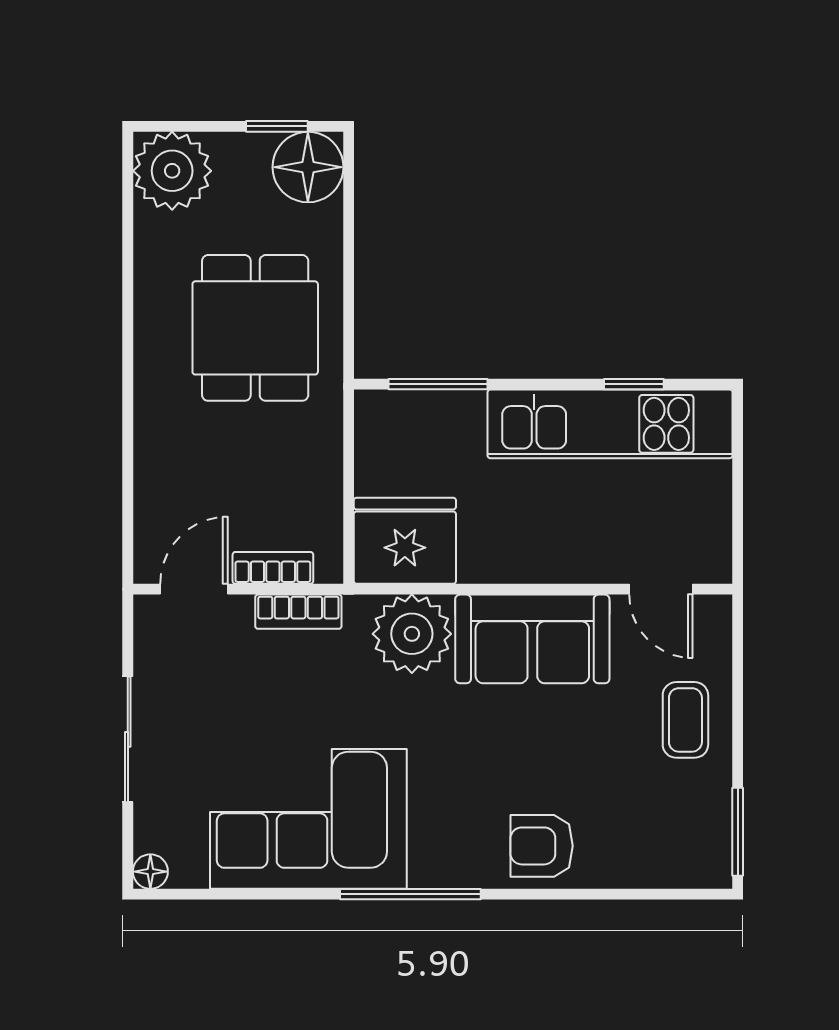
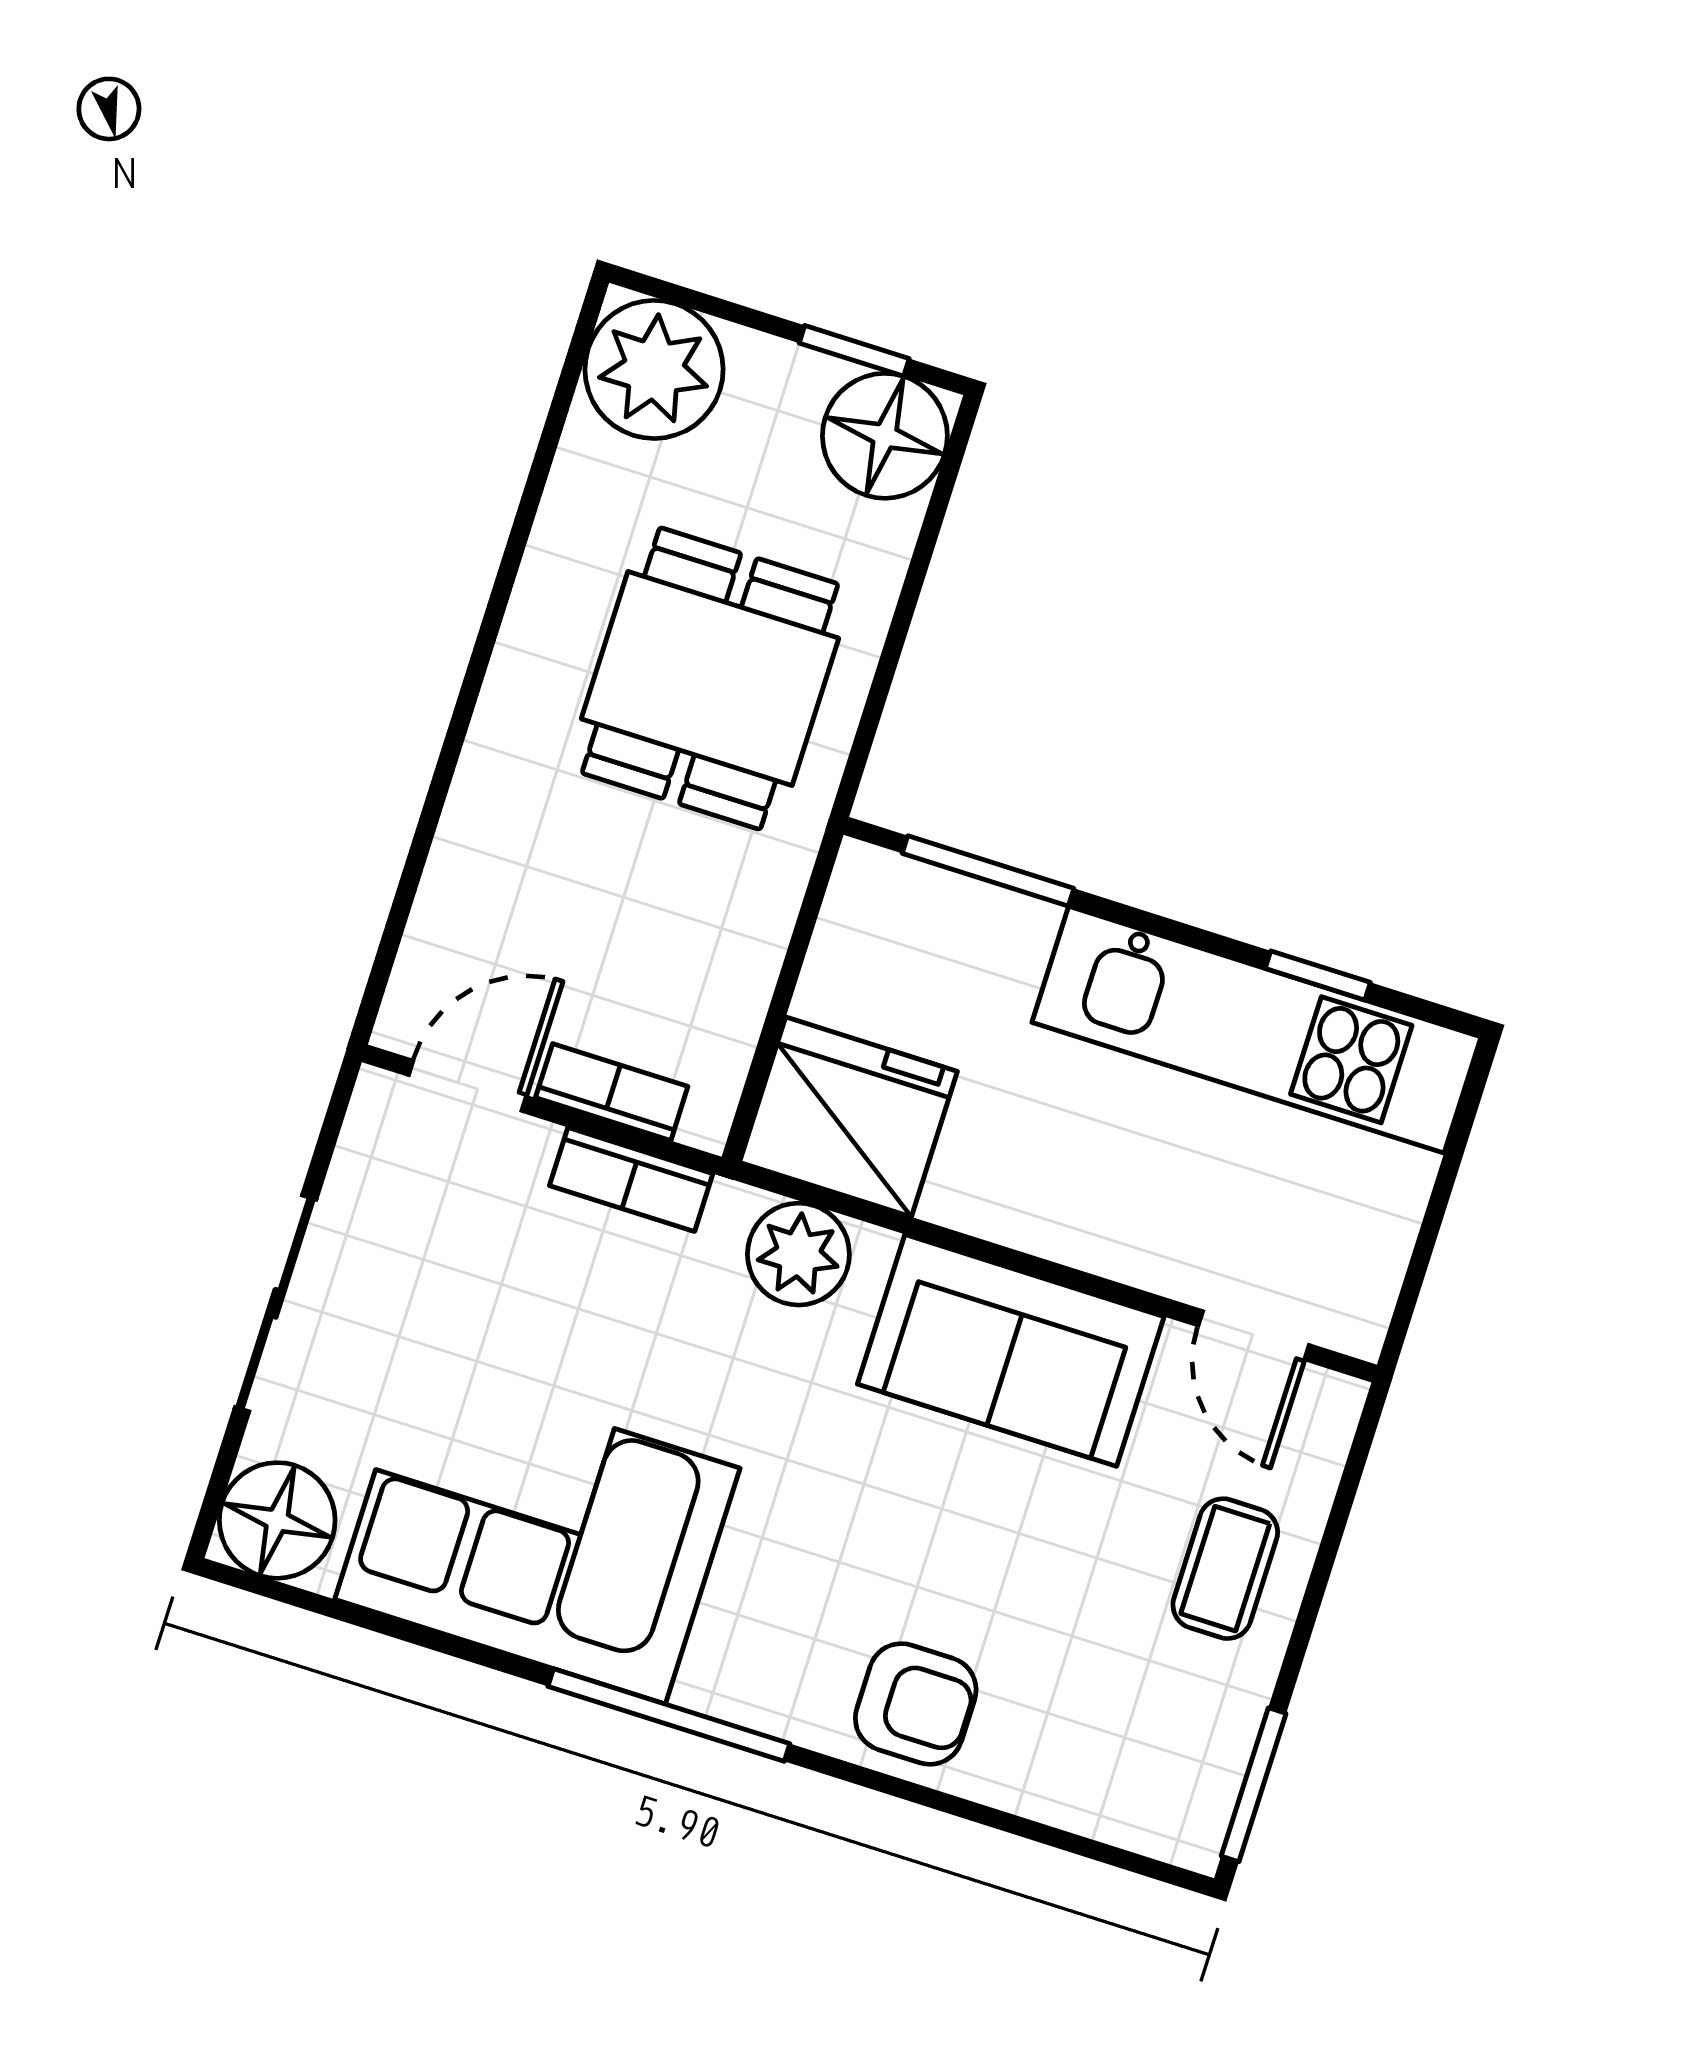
plant: (412, 634) -> (798, 1254), width x0.73, depth x0.73
armchair: (542, 846) -> (916, 1704), turned 180
floor lamp: (150, 872) -> (277, 1520), width x1.89, depth x1.89

